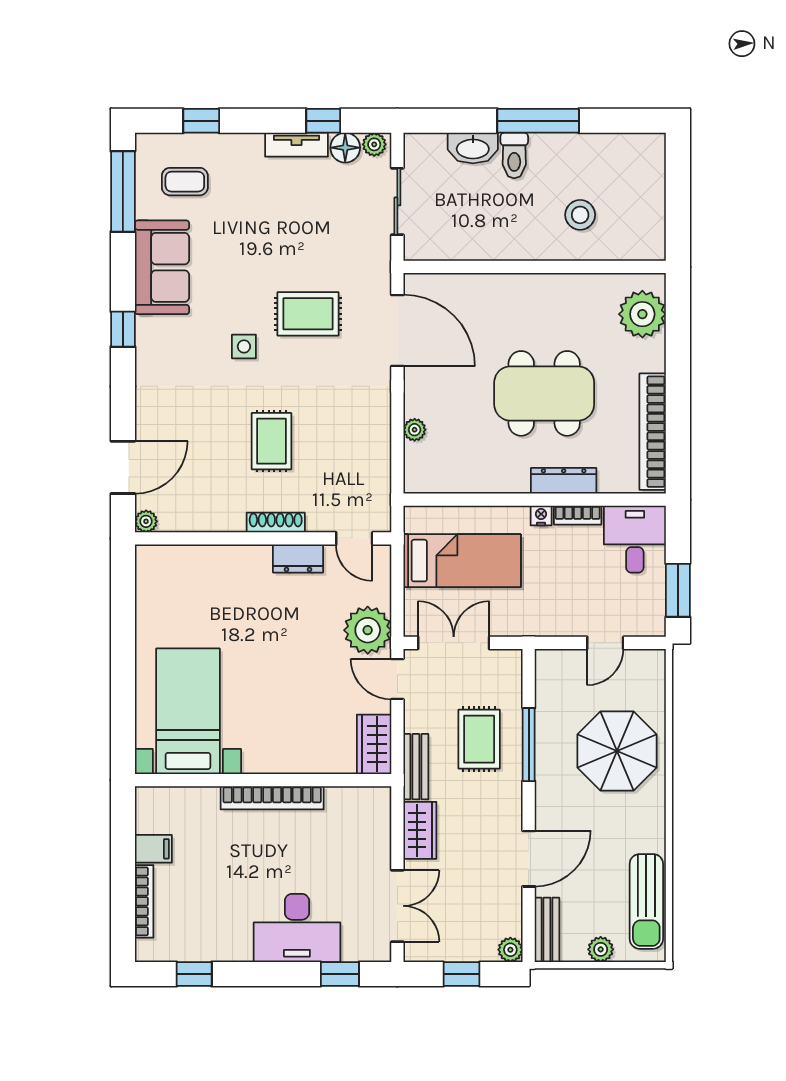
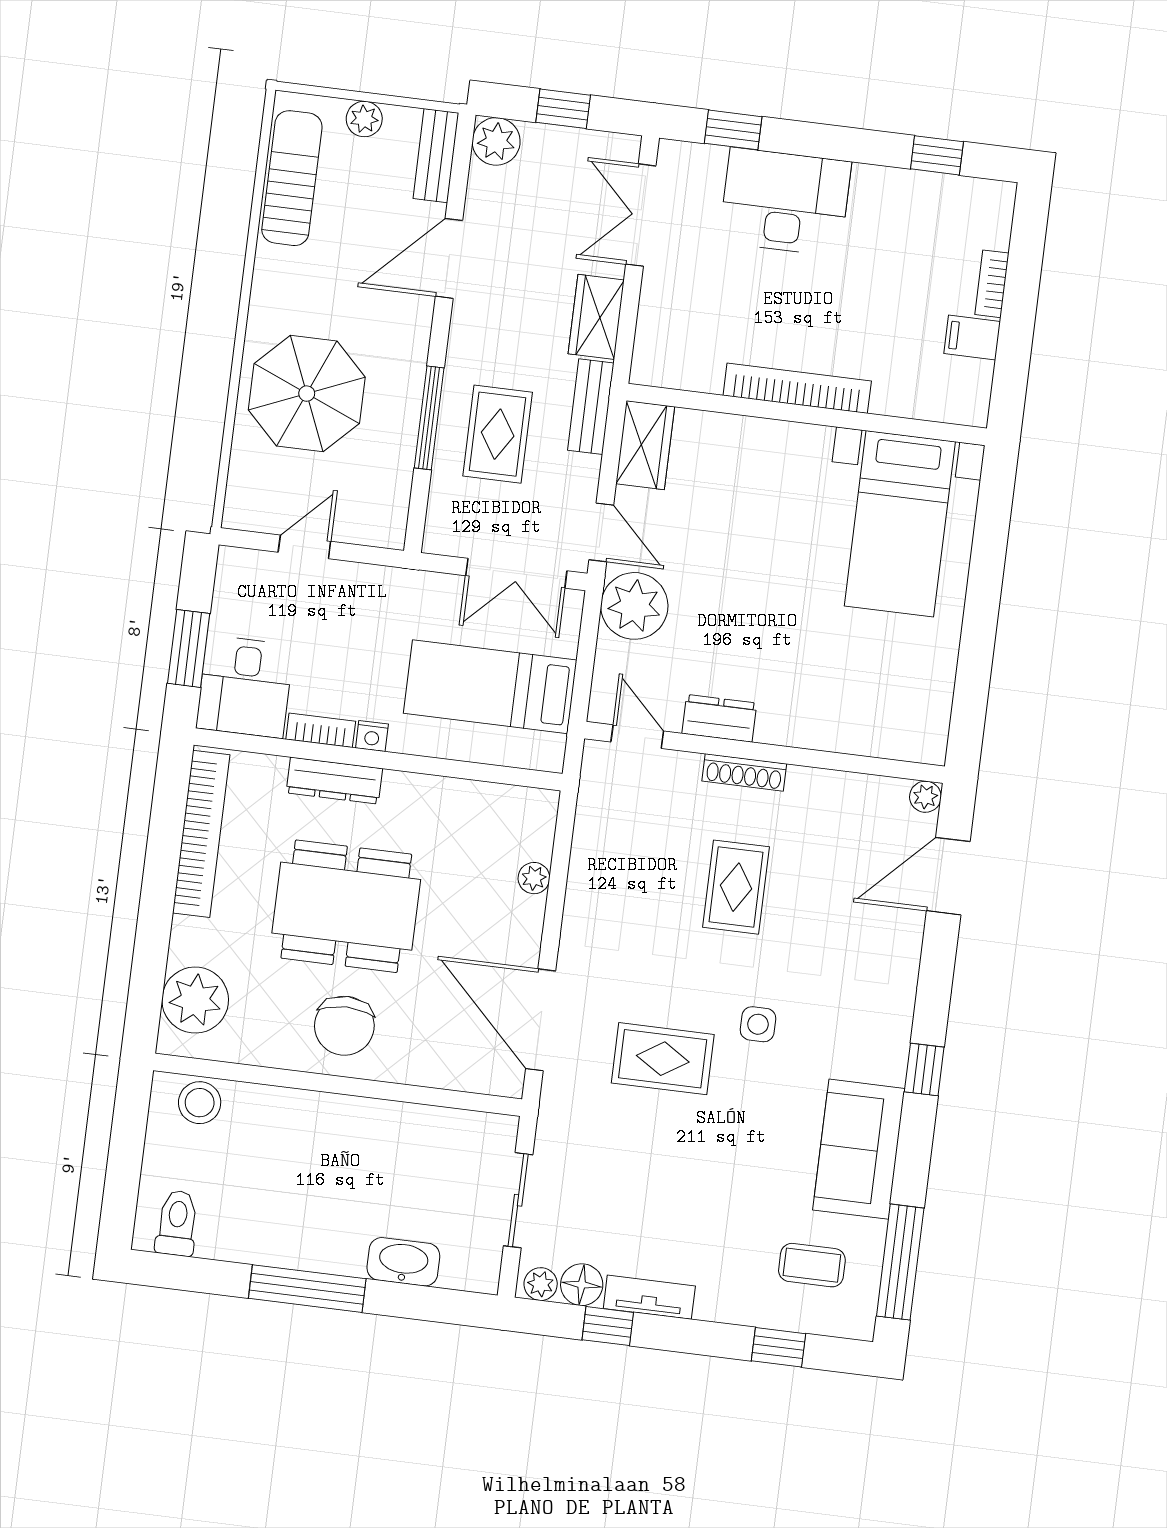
toilet: (514, 156) -> (177, 1223), moved
stool: (580, 215) -> (200, 1103), moved
chair: (535, 309) -> (344, 1026), added
window: (678, 590) -> (189, 648), moved
bookcase: (144, 901) -> (992, 284), width x0.64
plant: (510, 950) -> (496, 141), width x1.38, depth x1.38

